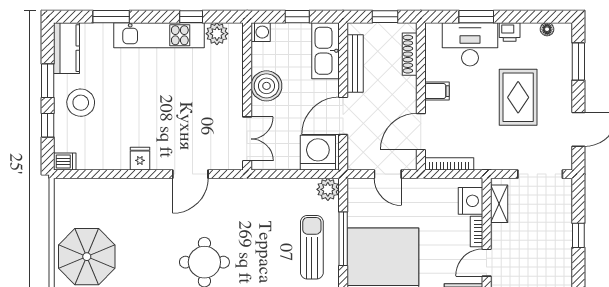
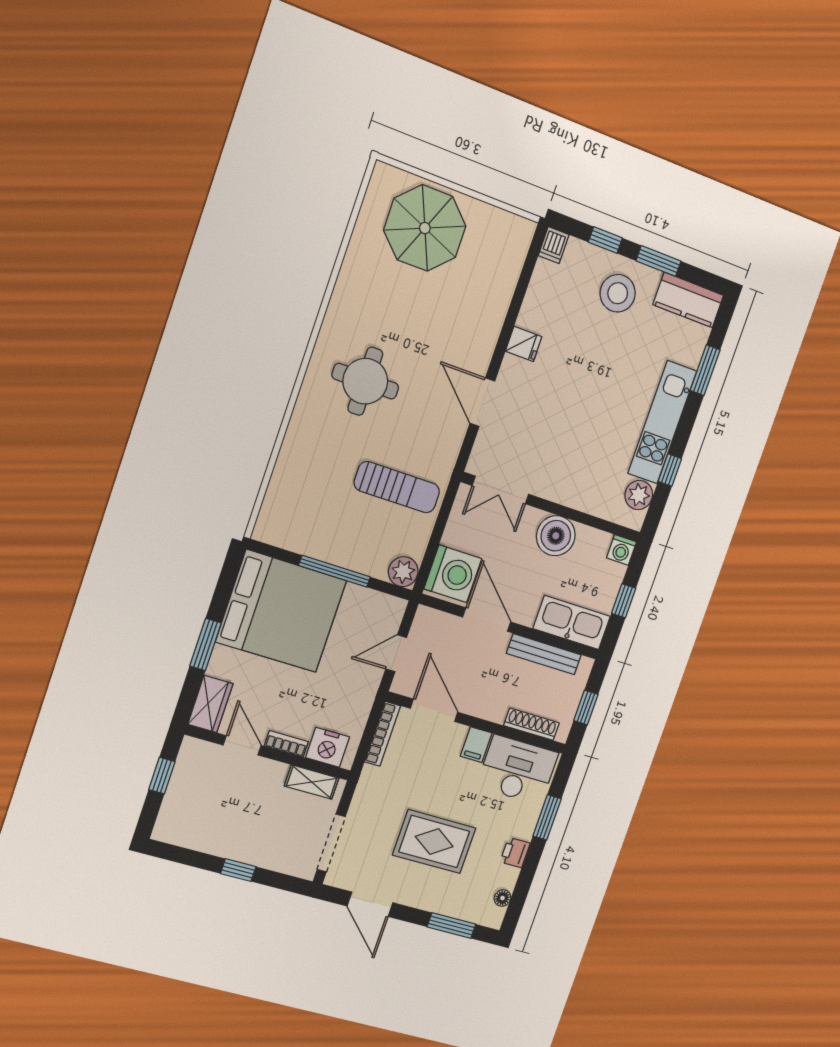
desk: (470, 44) -> (517, 770), moved, turned -90
sun lounger: (312, 247) -> (397, 487), moved

